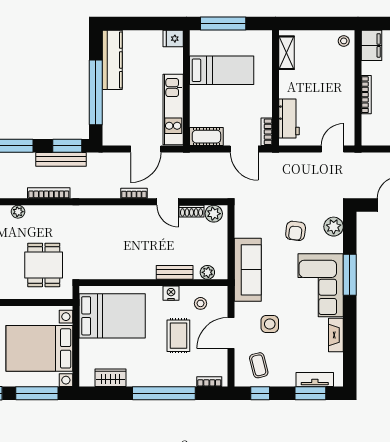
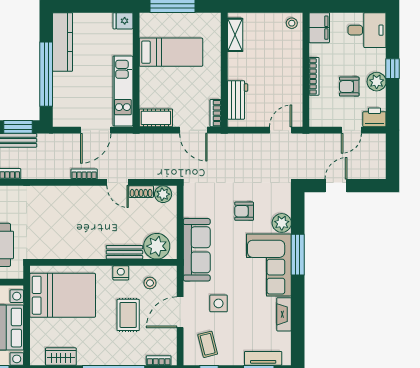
plant: (334, 227) -> (282, 223), moved
armchair: (296, 231) -> (244, 211), turned 83
plant: (207, 272) -> (157, 246), width x1.88, depth x1.88

